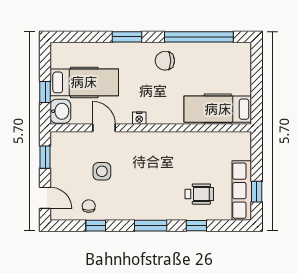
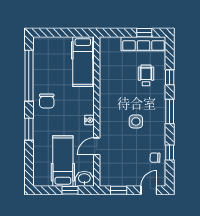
side table: (102, 171) -> (136, 121), moved

